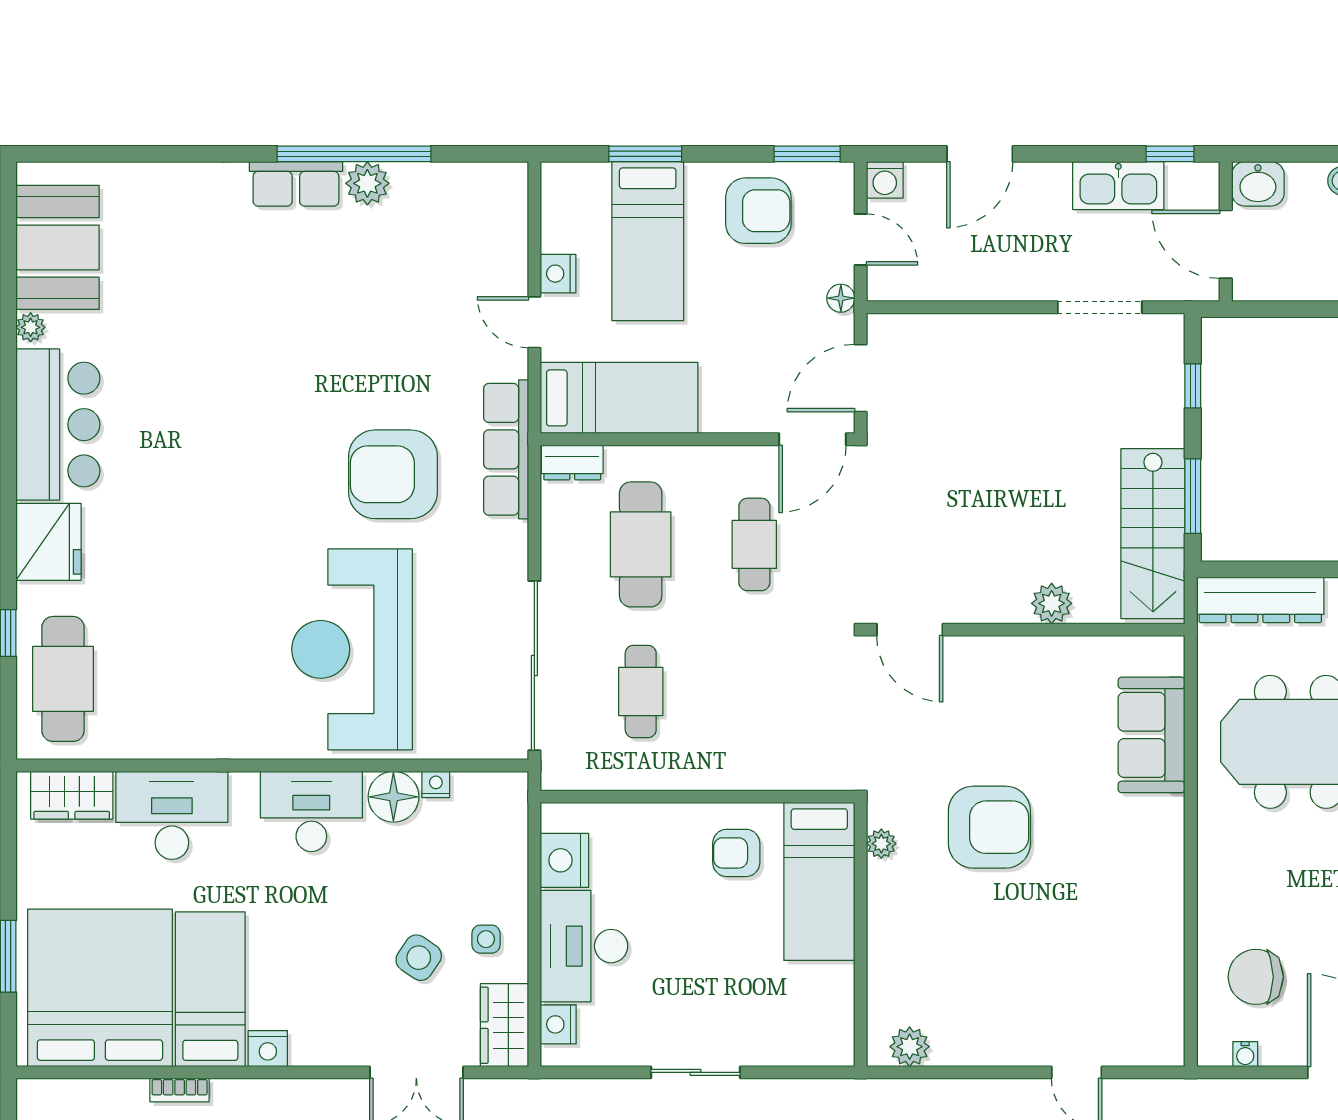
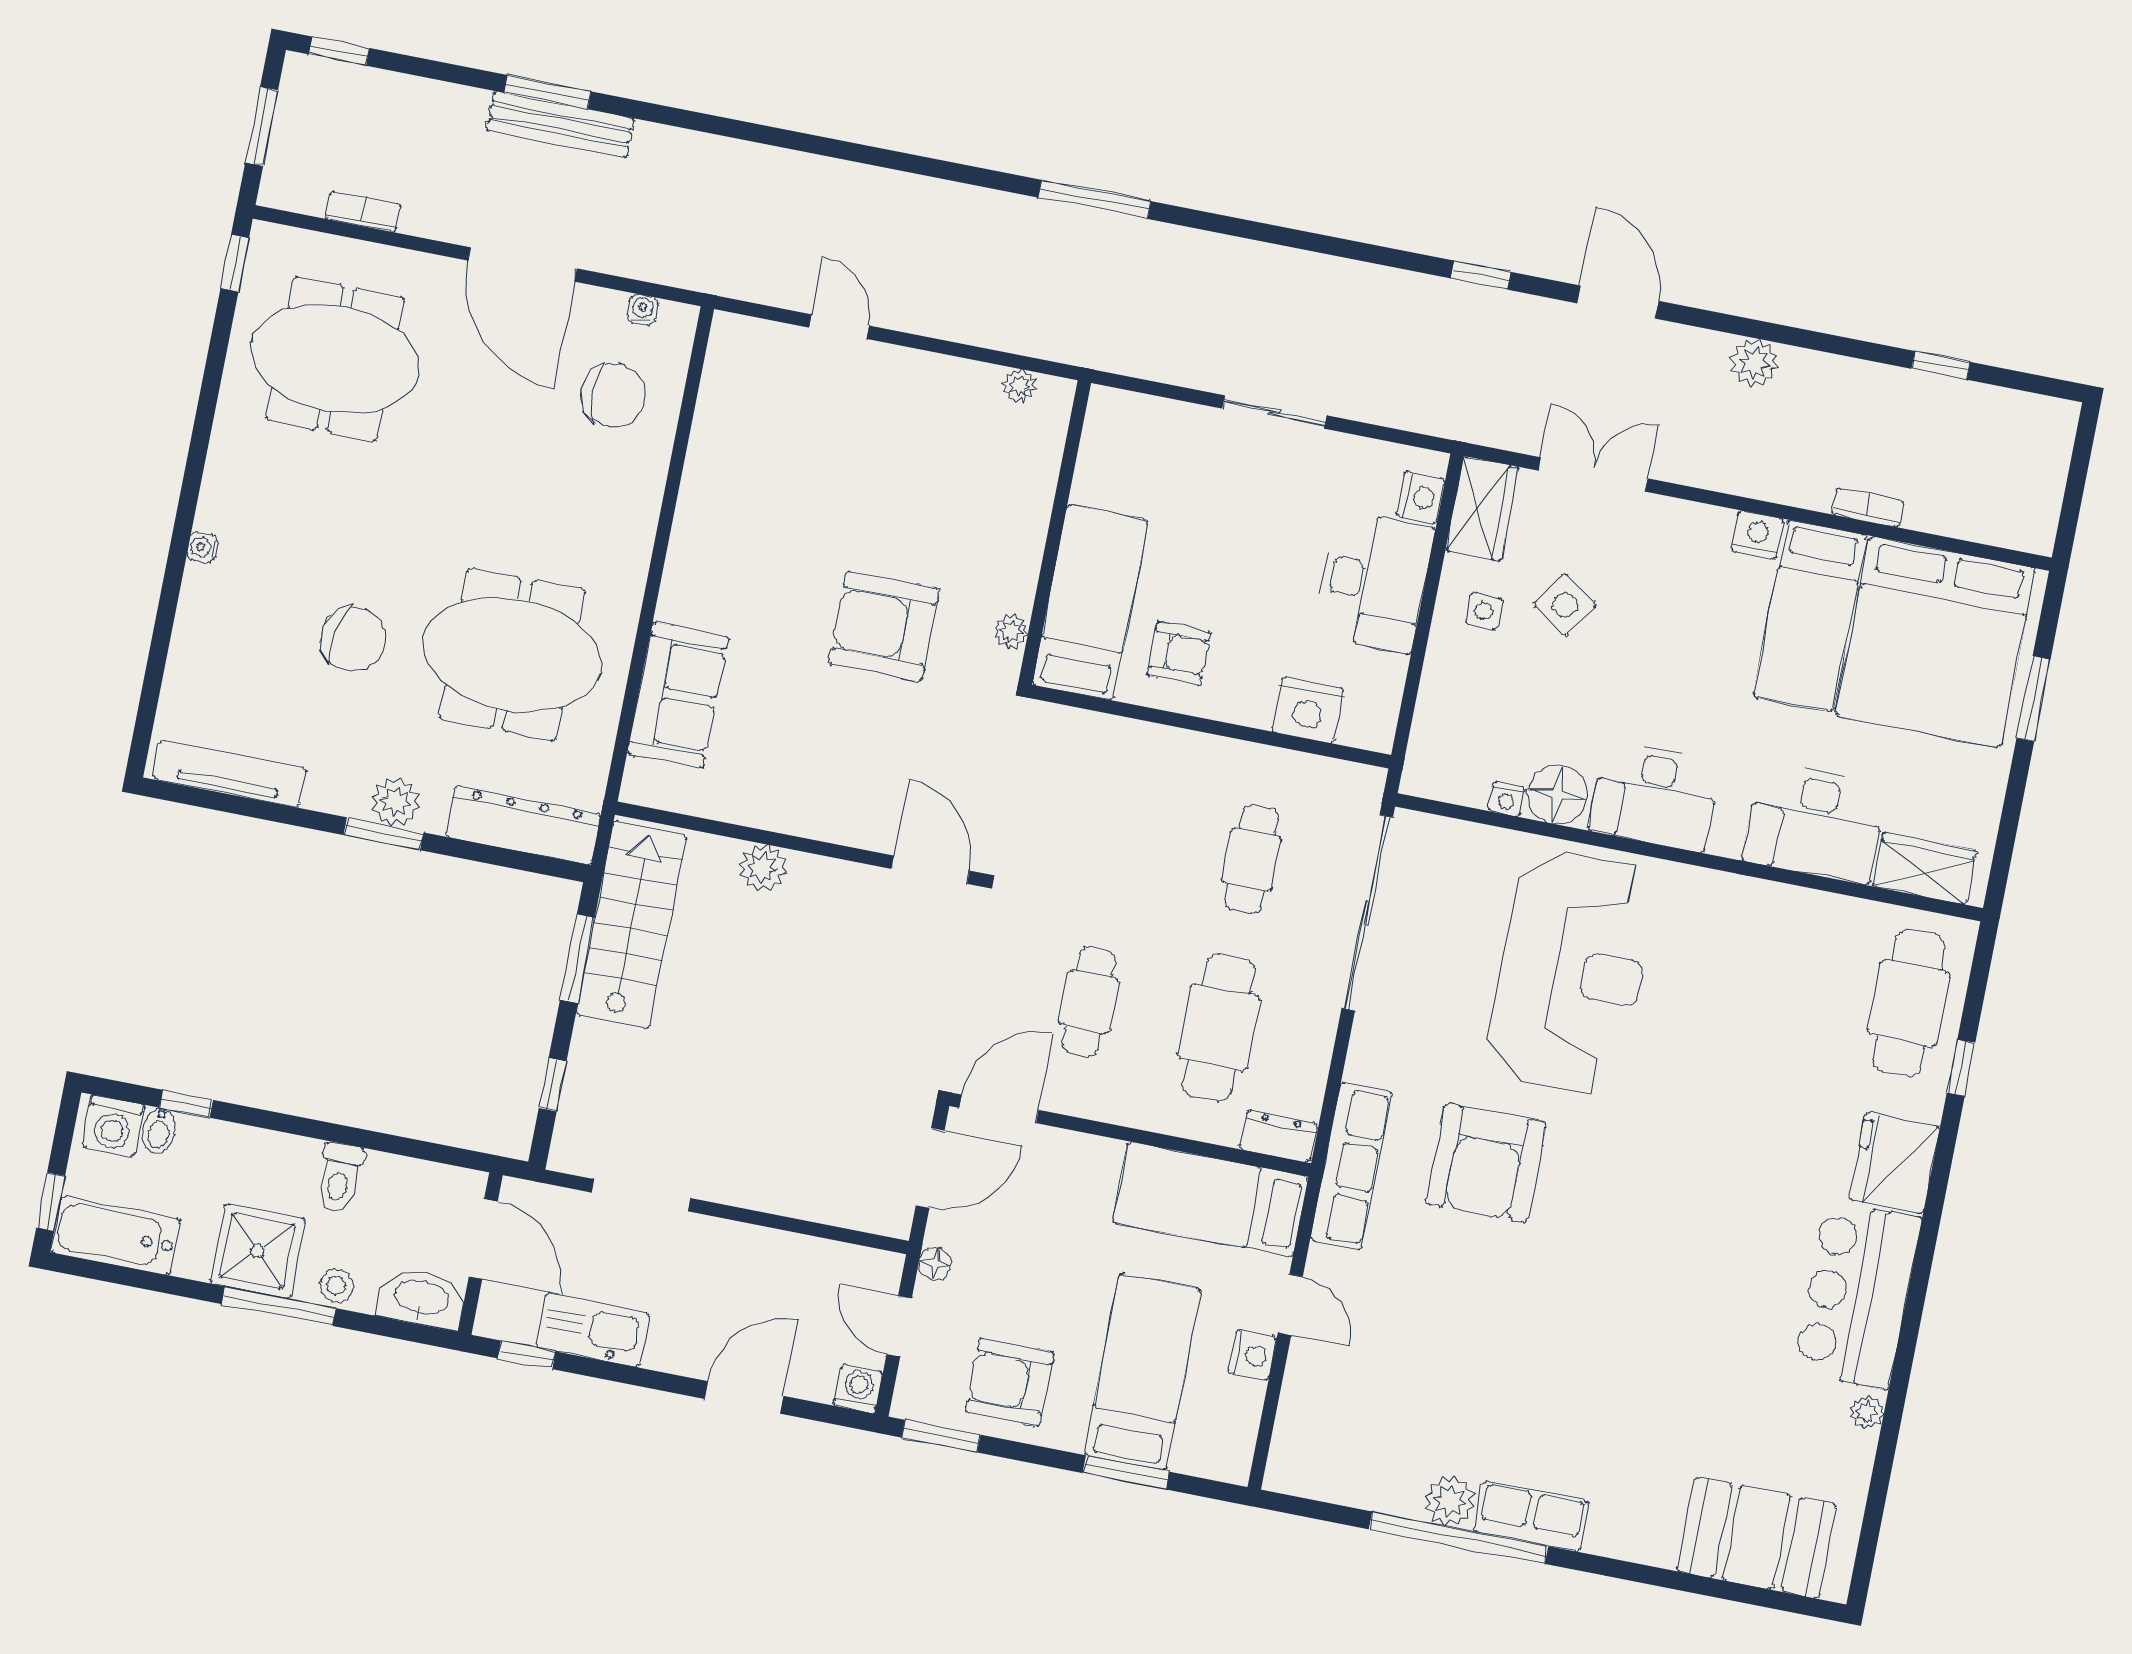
washbasin: (1258, 184) -> (421, 1299), width x1.38
booth: (58, 247) -> (1757, 1538), moved, turned 90
armchair: (393, 474) -> (1486, 1163), turned 90
nightstand: (564, 860) -> (1308, 710), moved, turned 90
plant: (910, 1047) -> (1019, 386), width x0.73, depth x0.73

